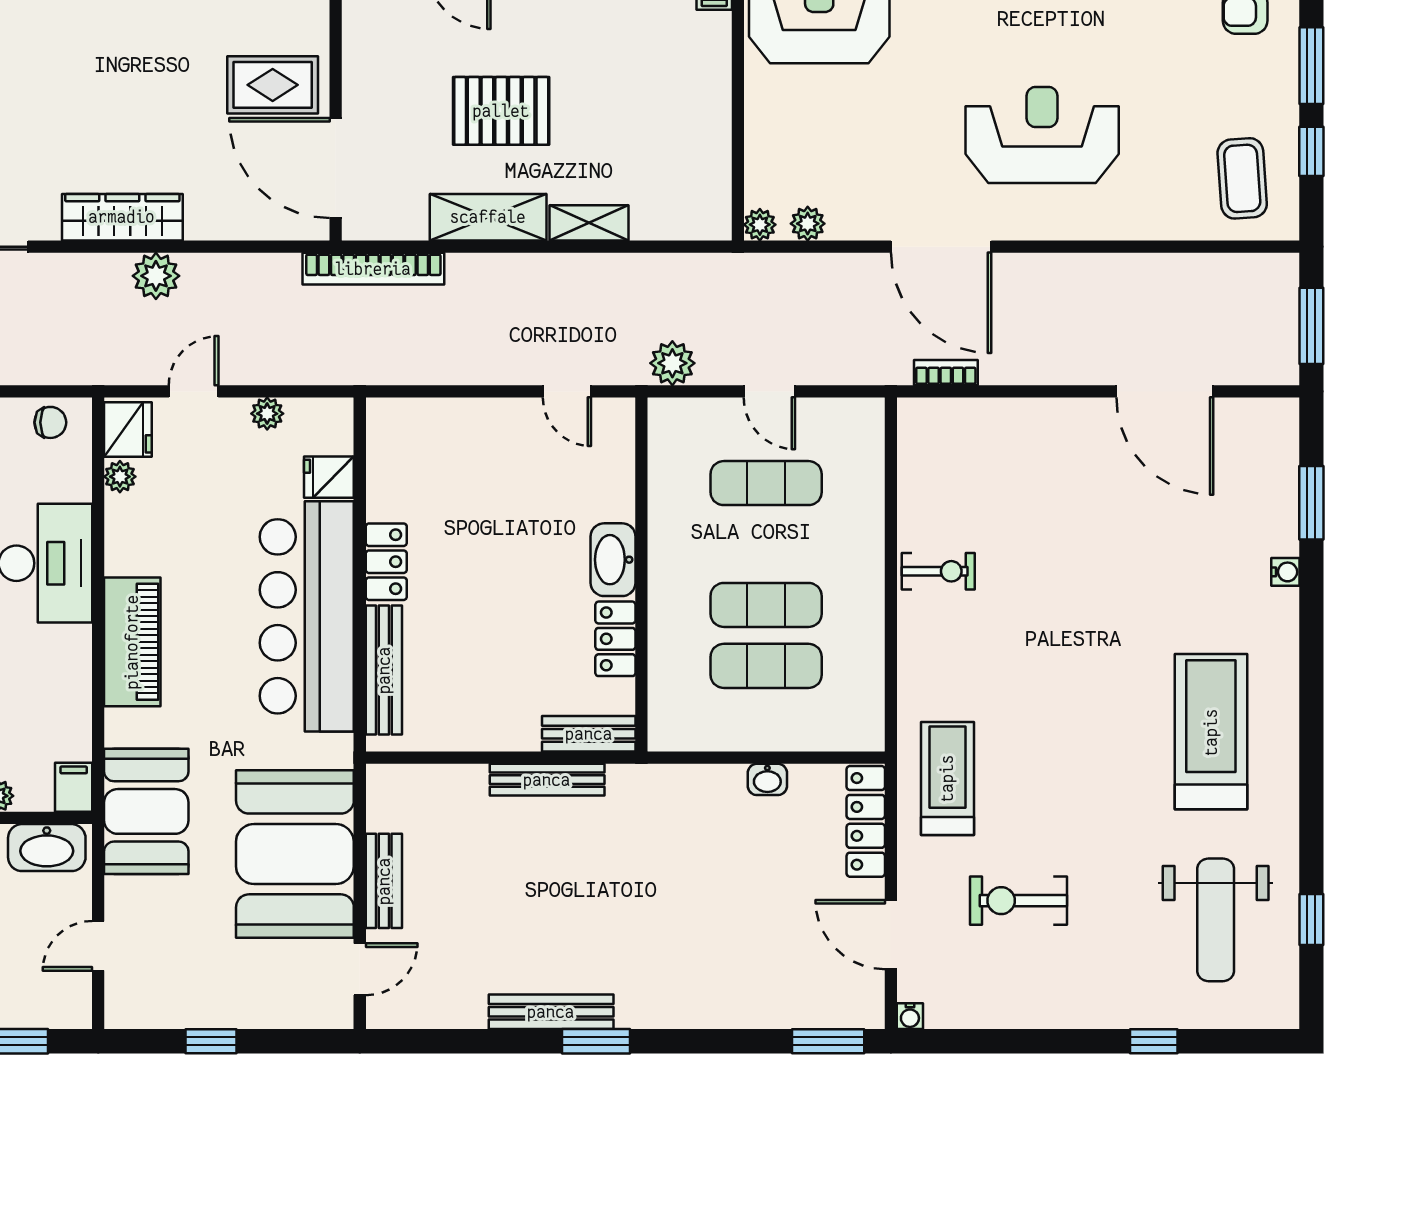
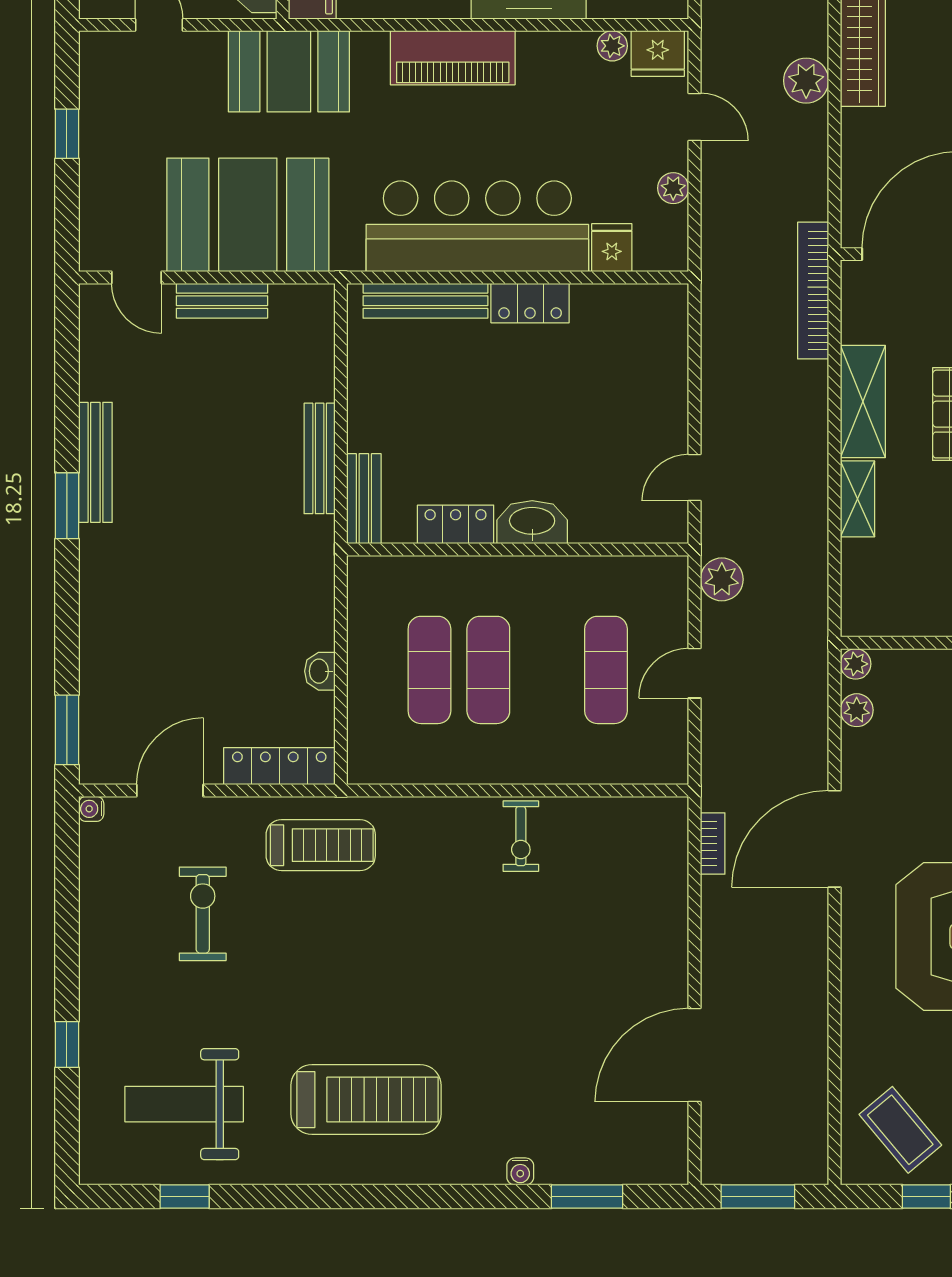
coffee table: (1242, 178) -> (900, 1130), turned 54

